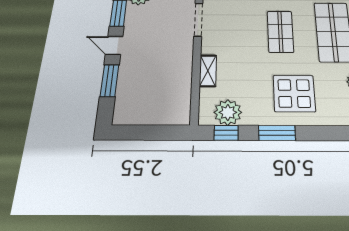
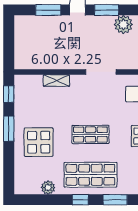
plant: (228, 112) -> (24, 95), removed

